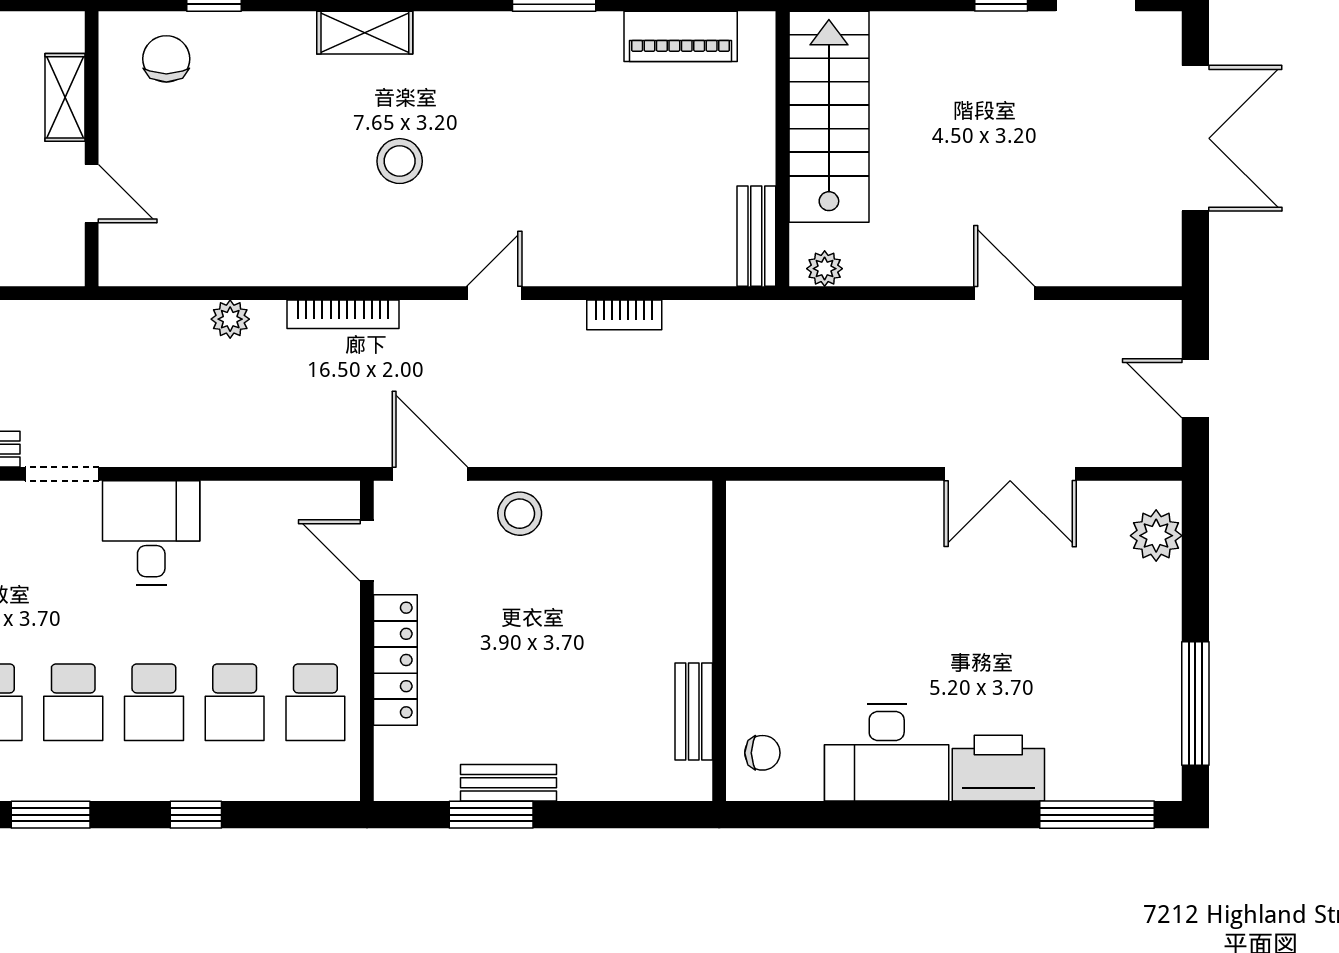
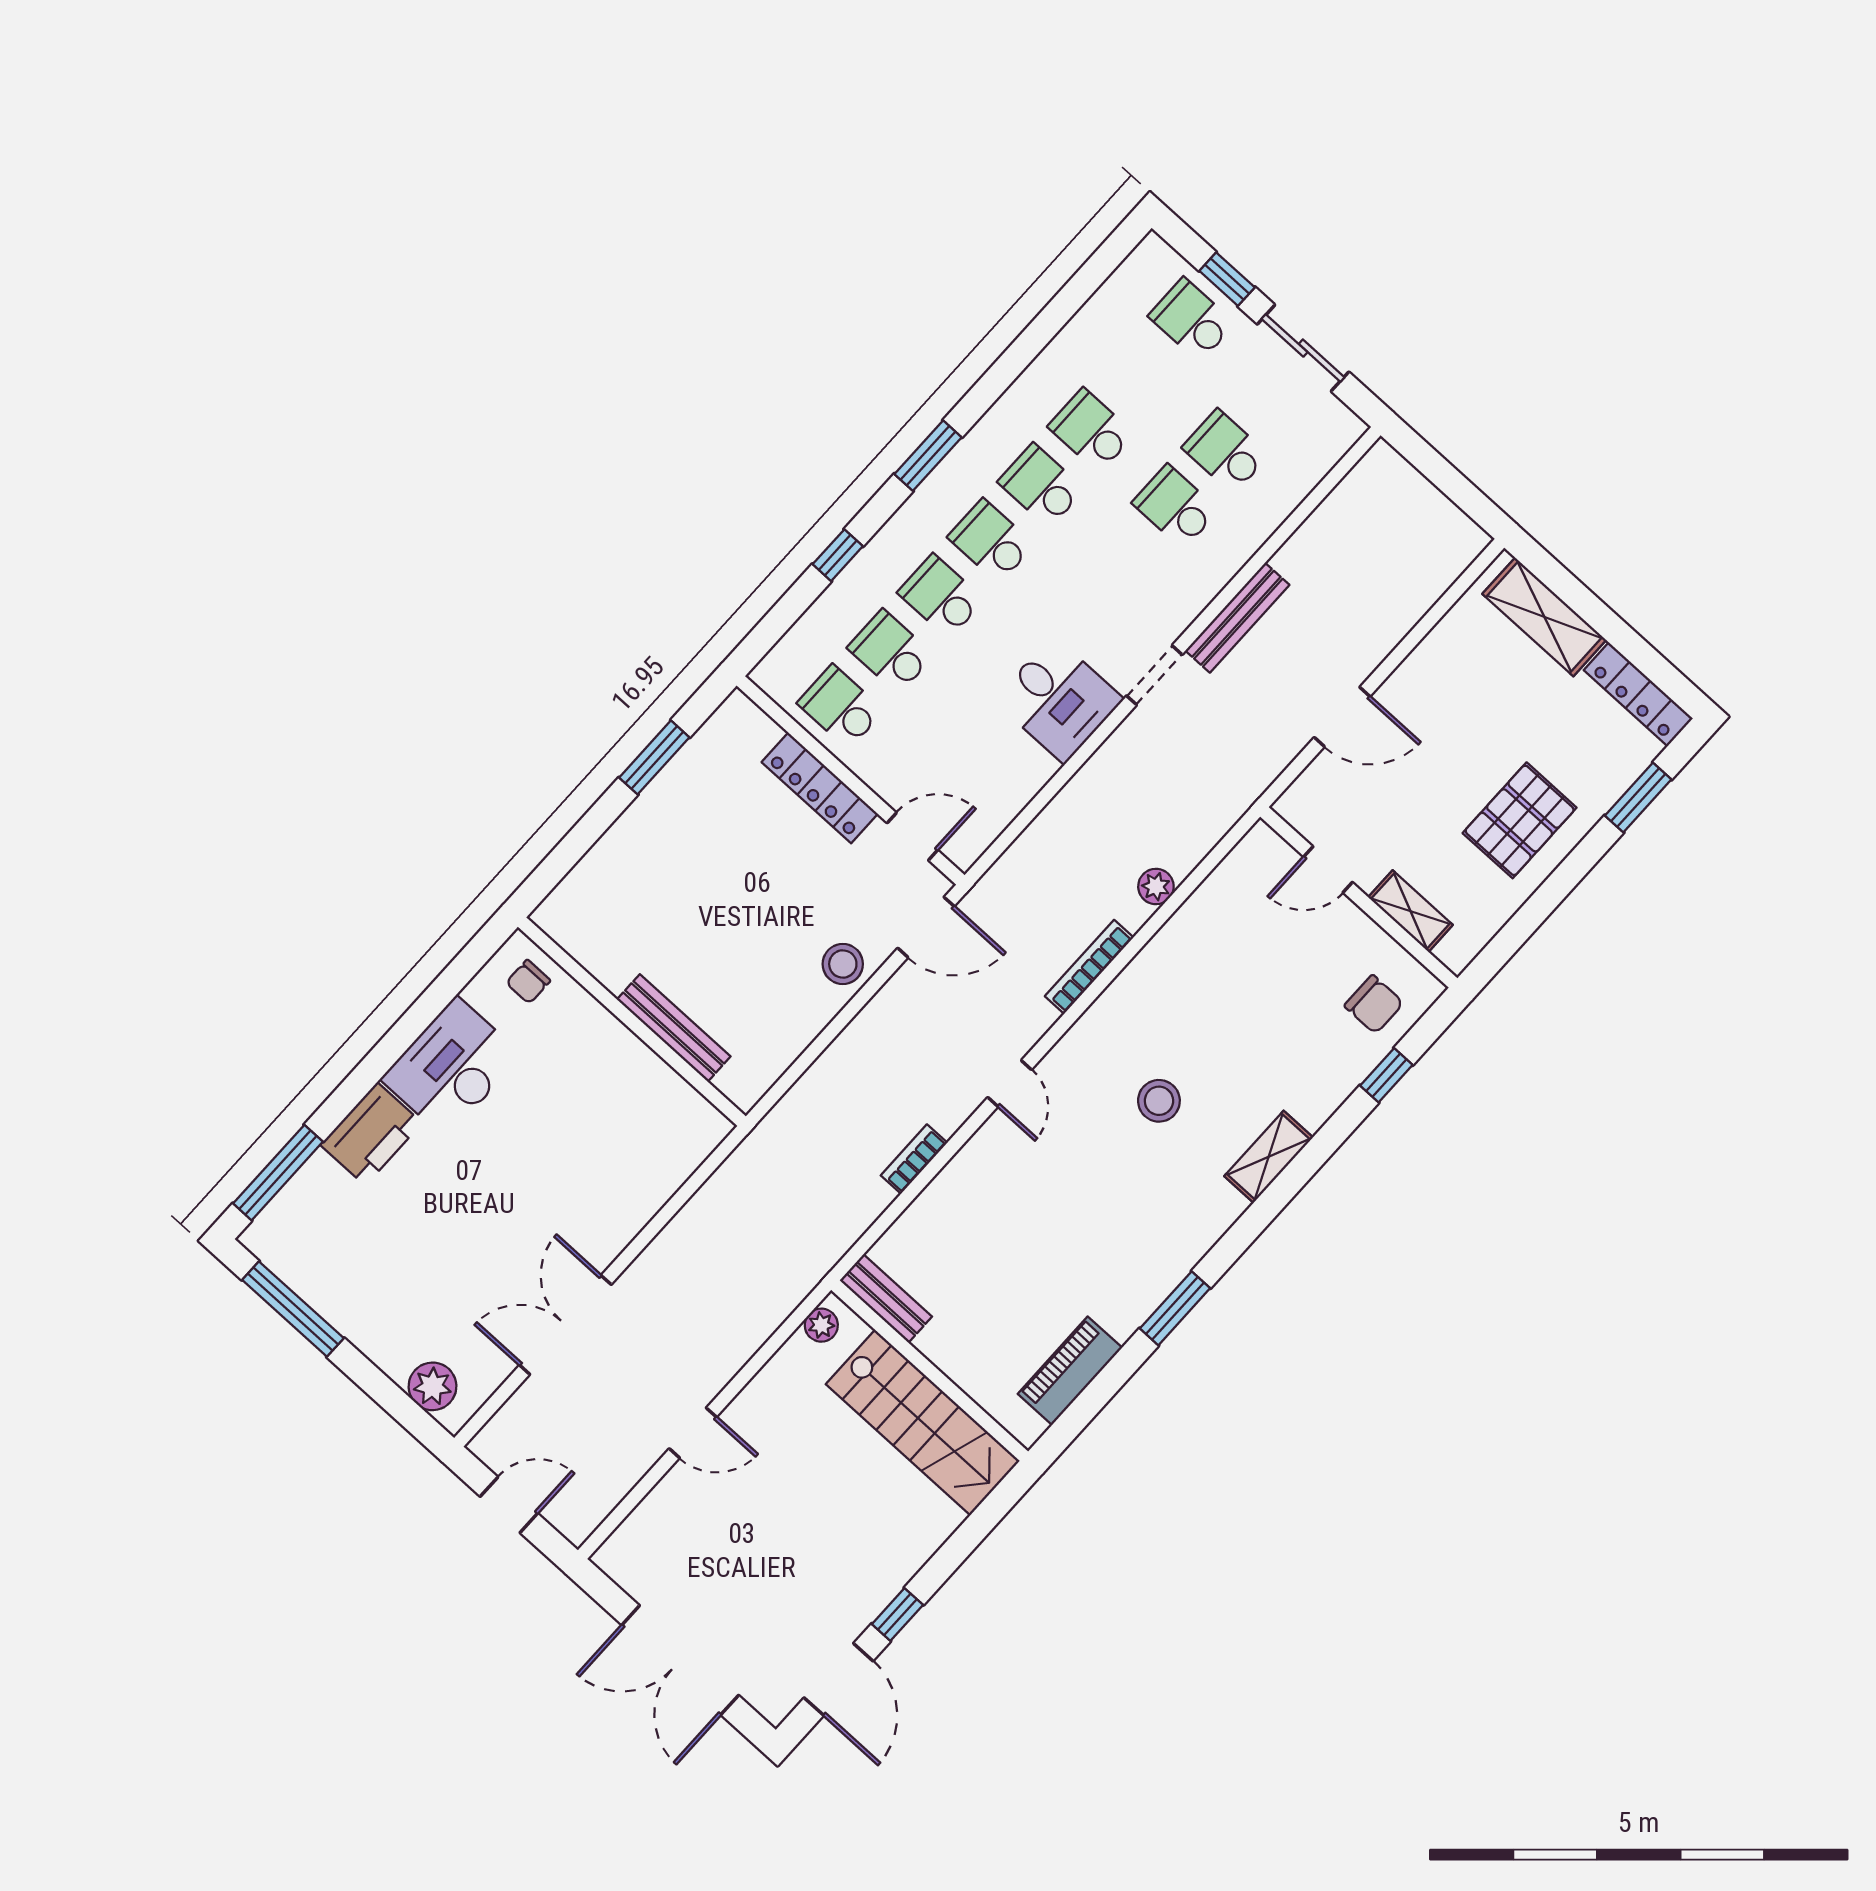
bench: (694, 712) -> (674, 1028), moved, width x1.36
bench: (509, 783) -> (665, 789), removed

